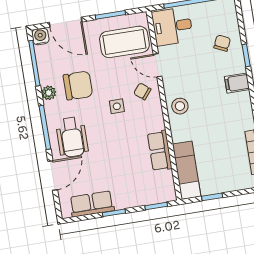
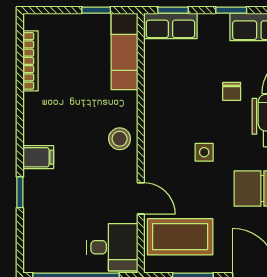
chair: (222, 43) -> (49, 214), removed
chair: (142, 91) -> (232, 91), moved, turned 51
row of seats: (160, 151) -> (170, 26), moved, turned 90

